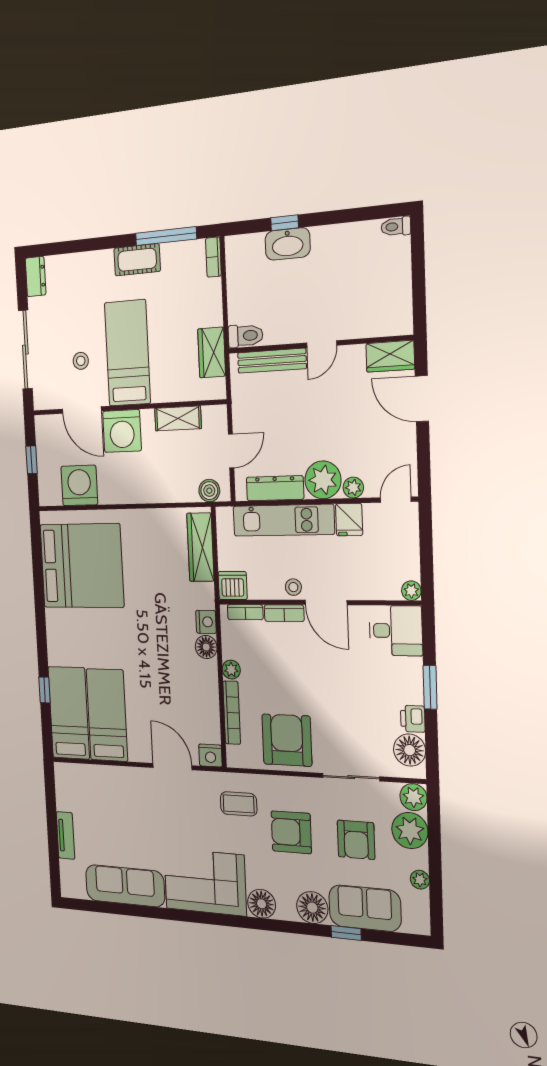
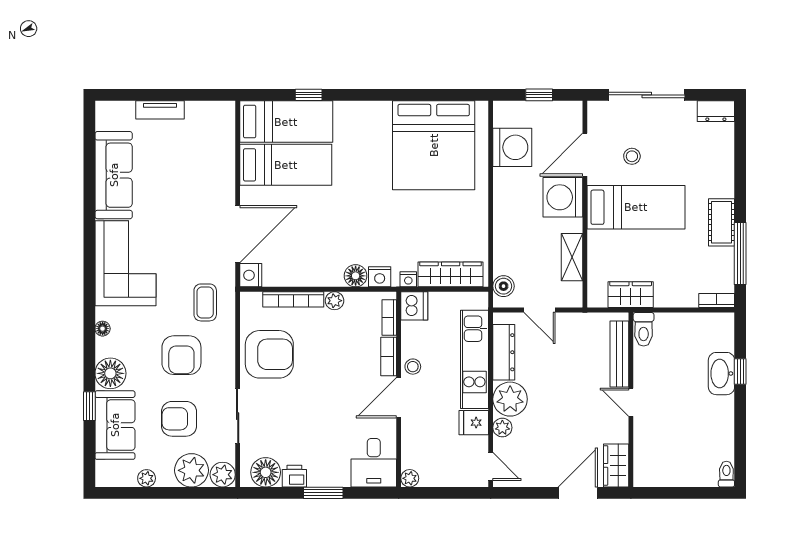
nightstand: (207, 592) -> (408, 279), added
door: (172, 767) -> (238, 234), width x1.36
armchair: (291, 832) -> (181, 355), turned 180
floor lamp: (262, 904) -> (103, 329), width x0.53, depth x0.53

